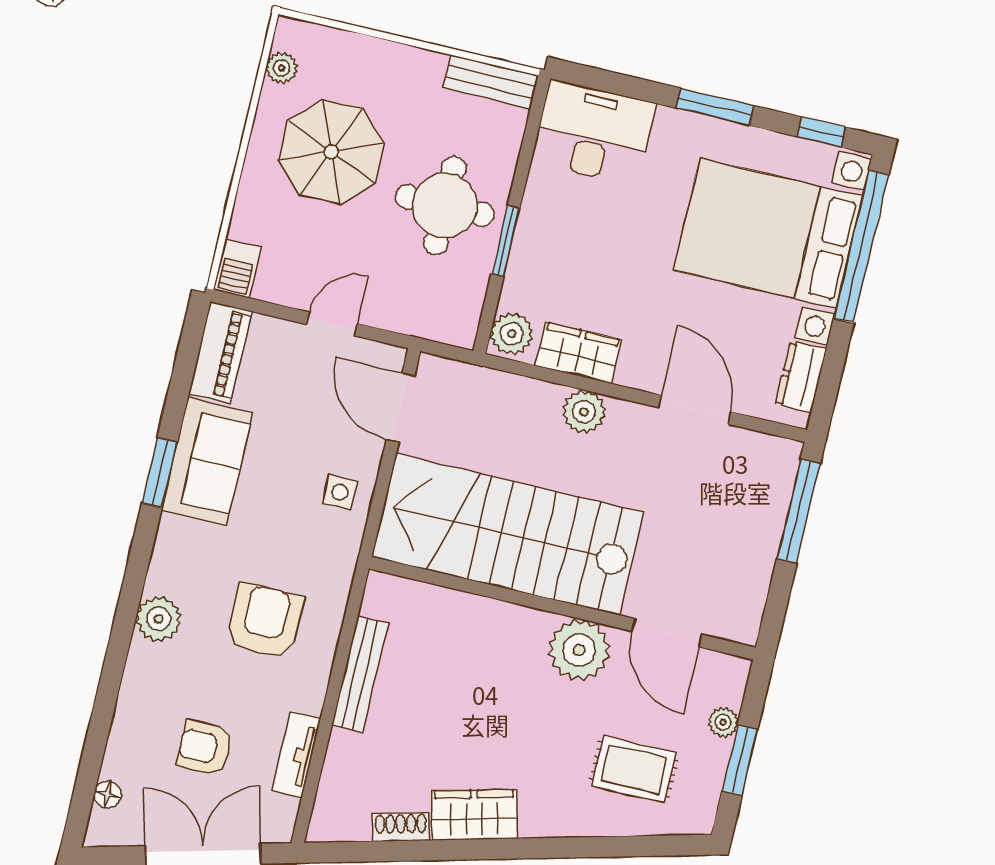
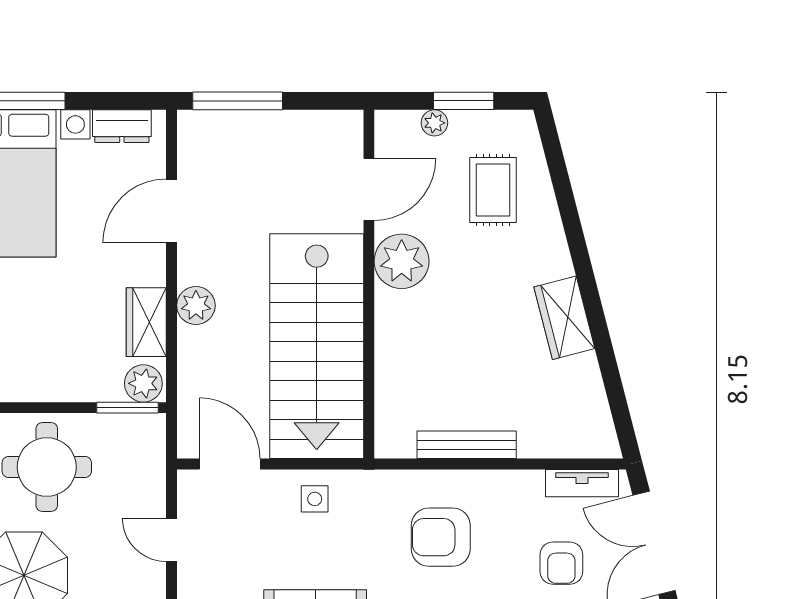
window: (506, 241) -> (127, 408), moved
door: (400, 408) -> (230, 464), swing flipped
tv unit: (296, 755) -> (582, 483), moved
shoe rack: (401, 827) -> (590, 379), removed

